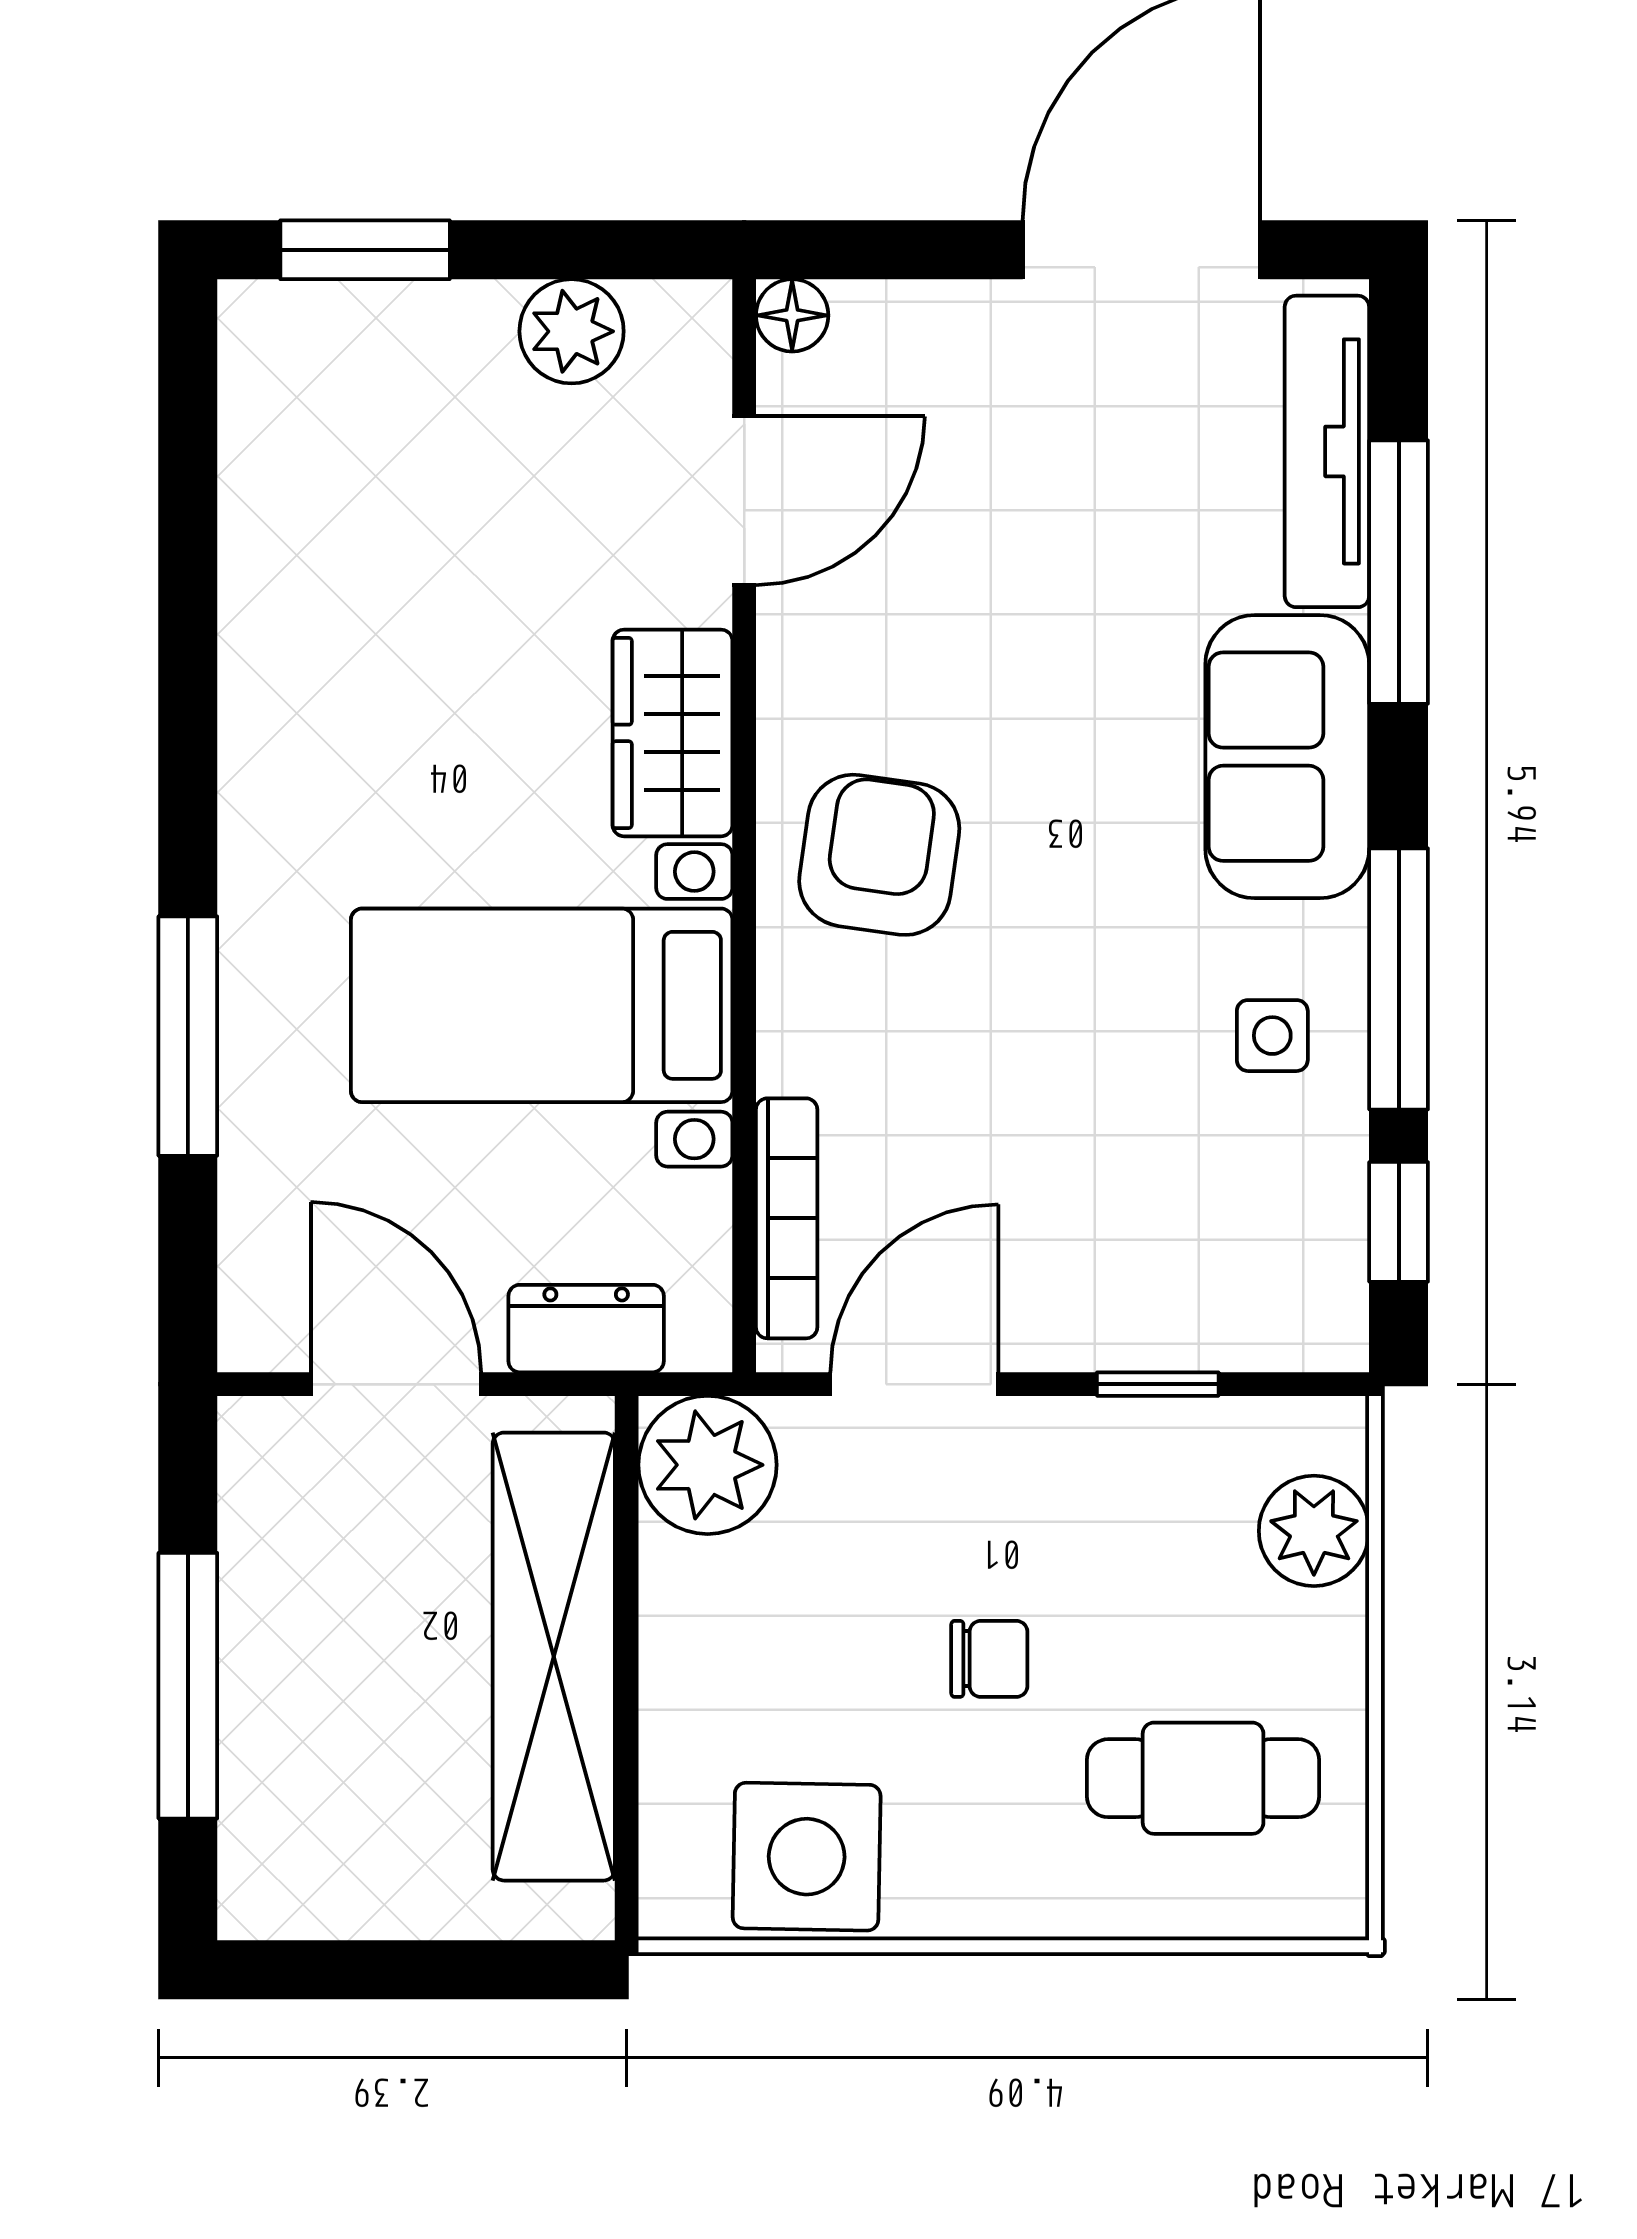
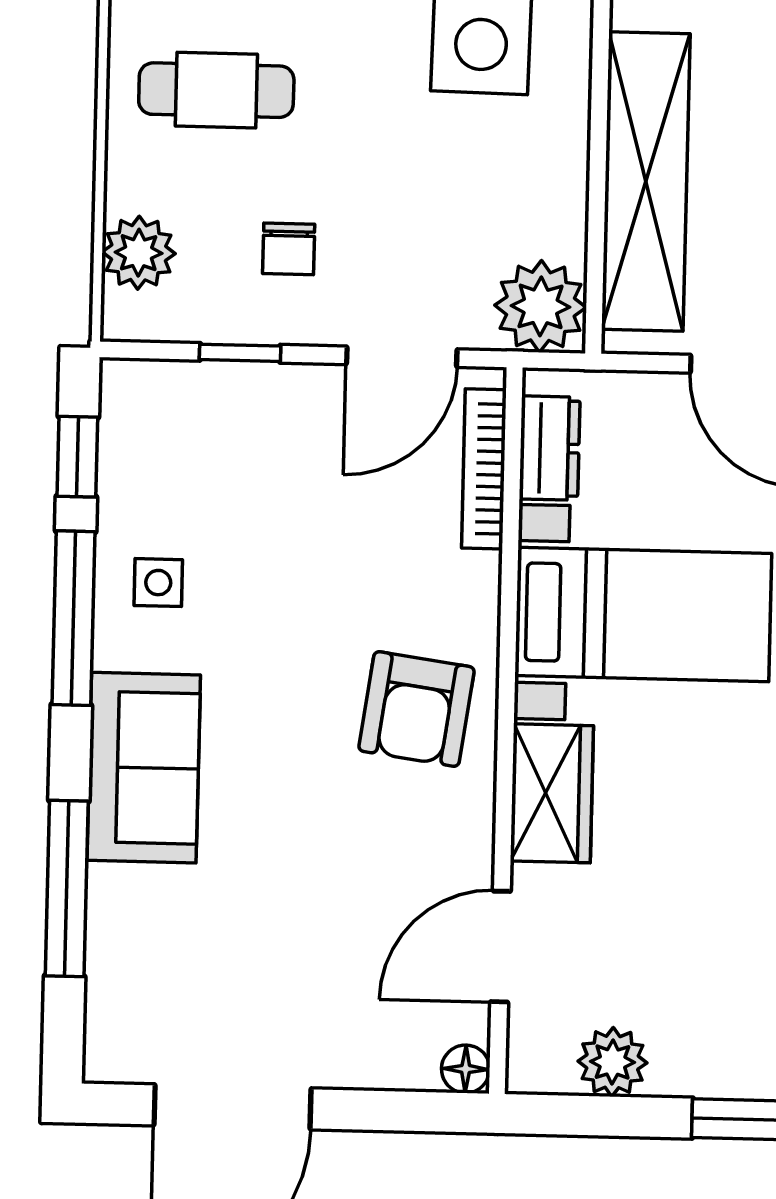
tv unit: (1327, 451) -> (112, 970), removed
dresser: (586, 1329) -> (550, 448), moved, turned -90
chair: (989, 1659) -> (289, 249), moved, turned -90

